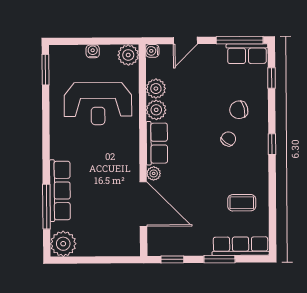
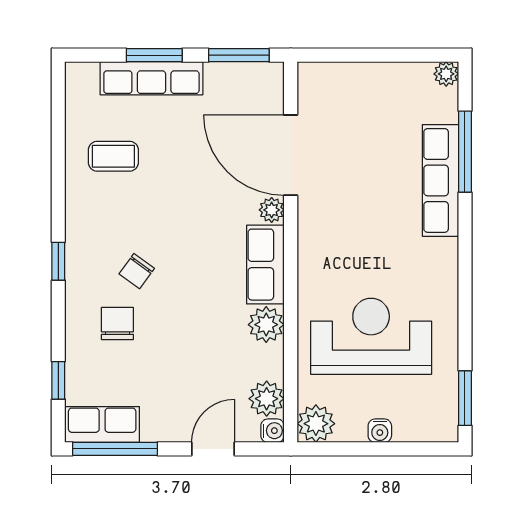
plant: (156, 89) -> (267, 399), moved
chair: (239, 110) -> (117, 324), turned -76
plant: (63, 244) -> (446, 74), width x0.53, depth x0.53
row of seats: (241, 246) -> (151, 78), moved
window: (172, 259) -> (239, 55), width x1.50

